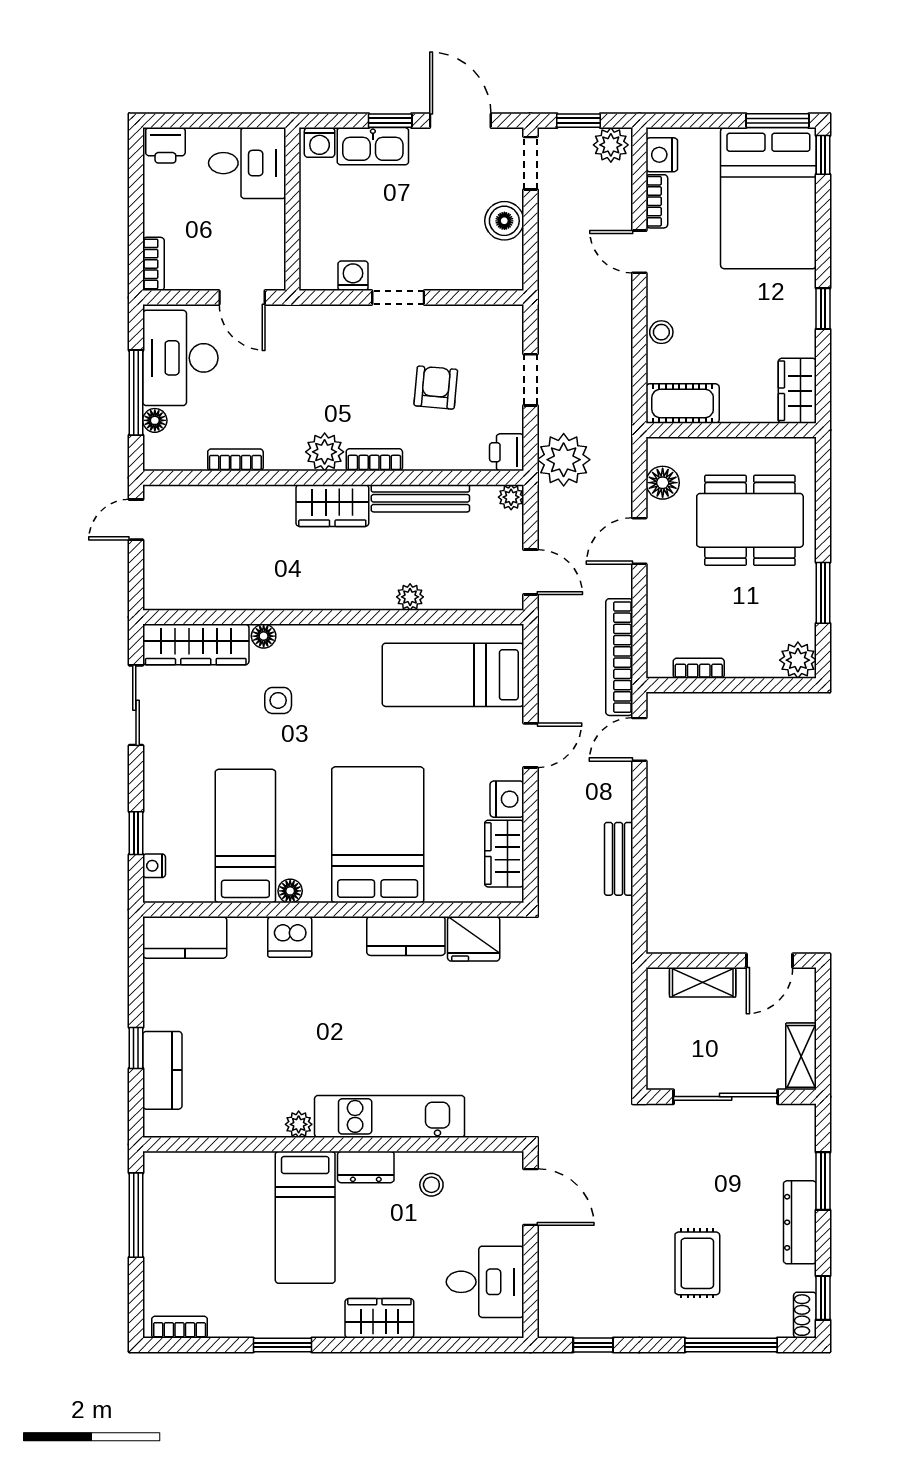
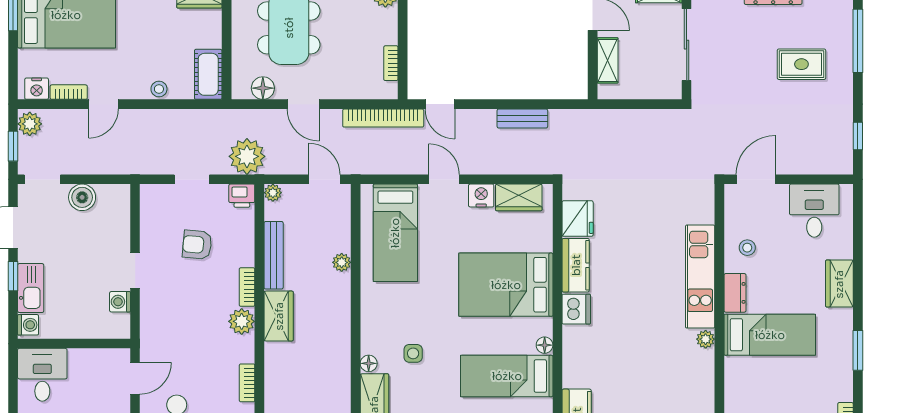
door: (530, 572) -> (324, 179), hinge flipped
dishwasher: (290, 937) -> (576, 309), moved

